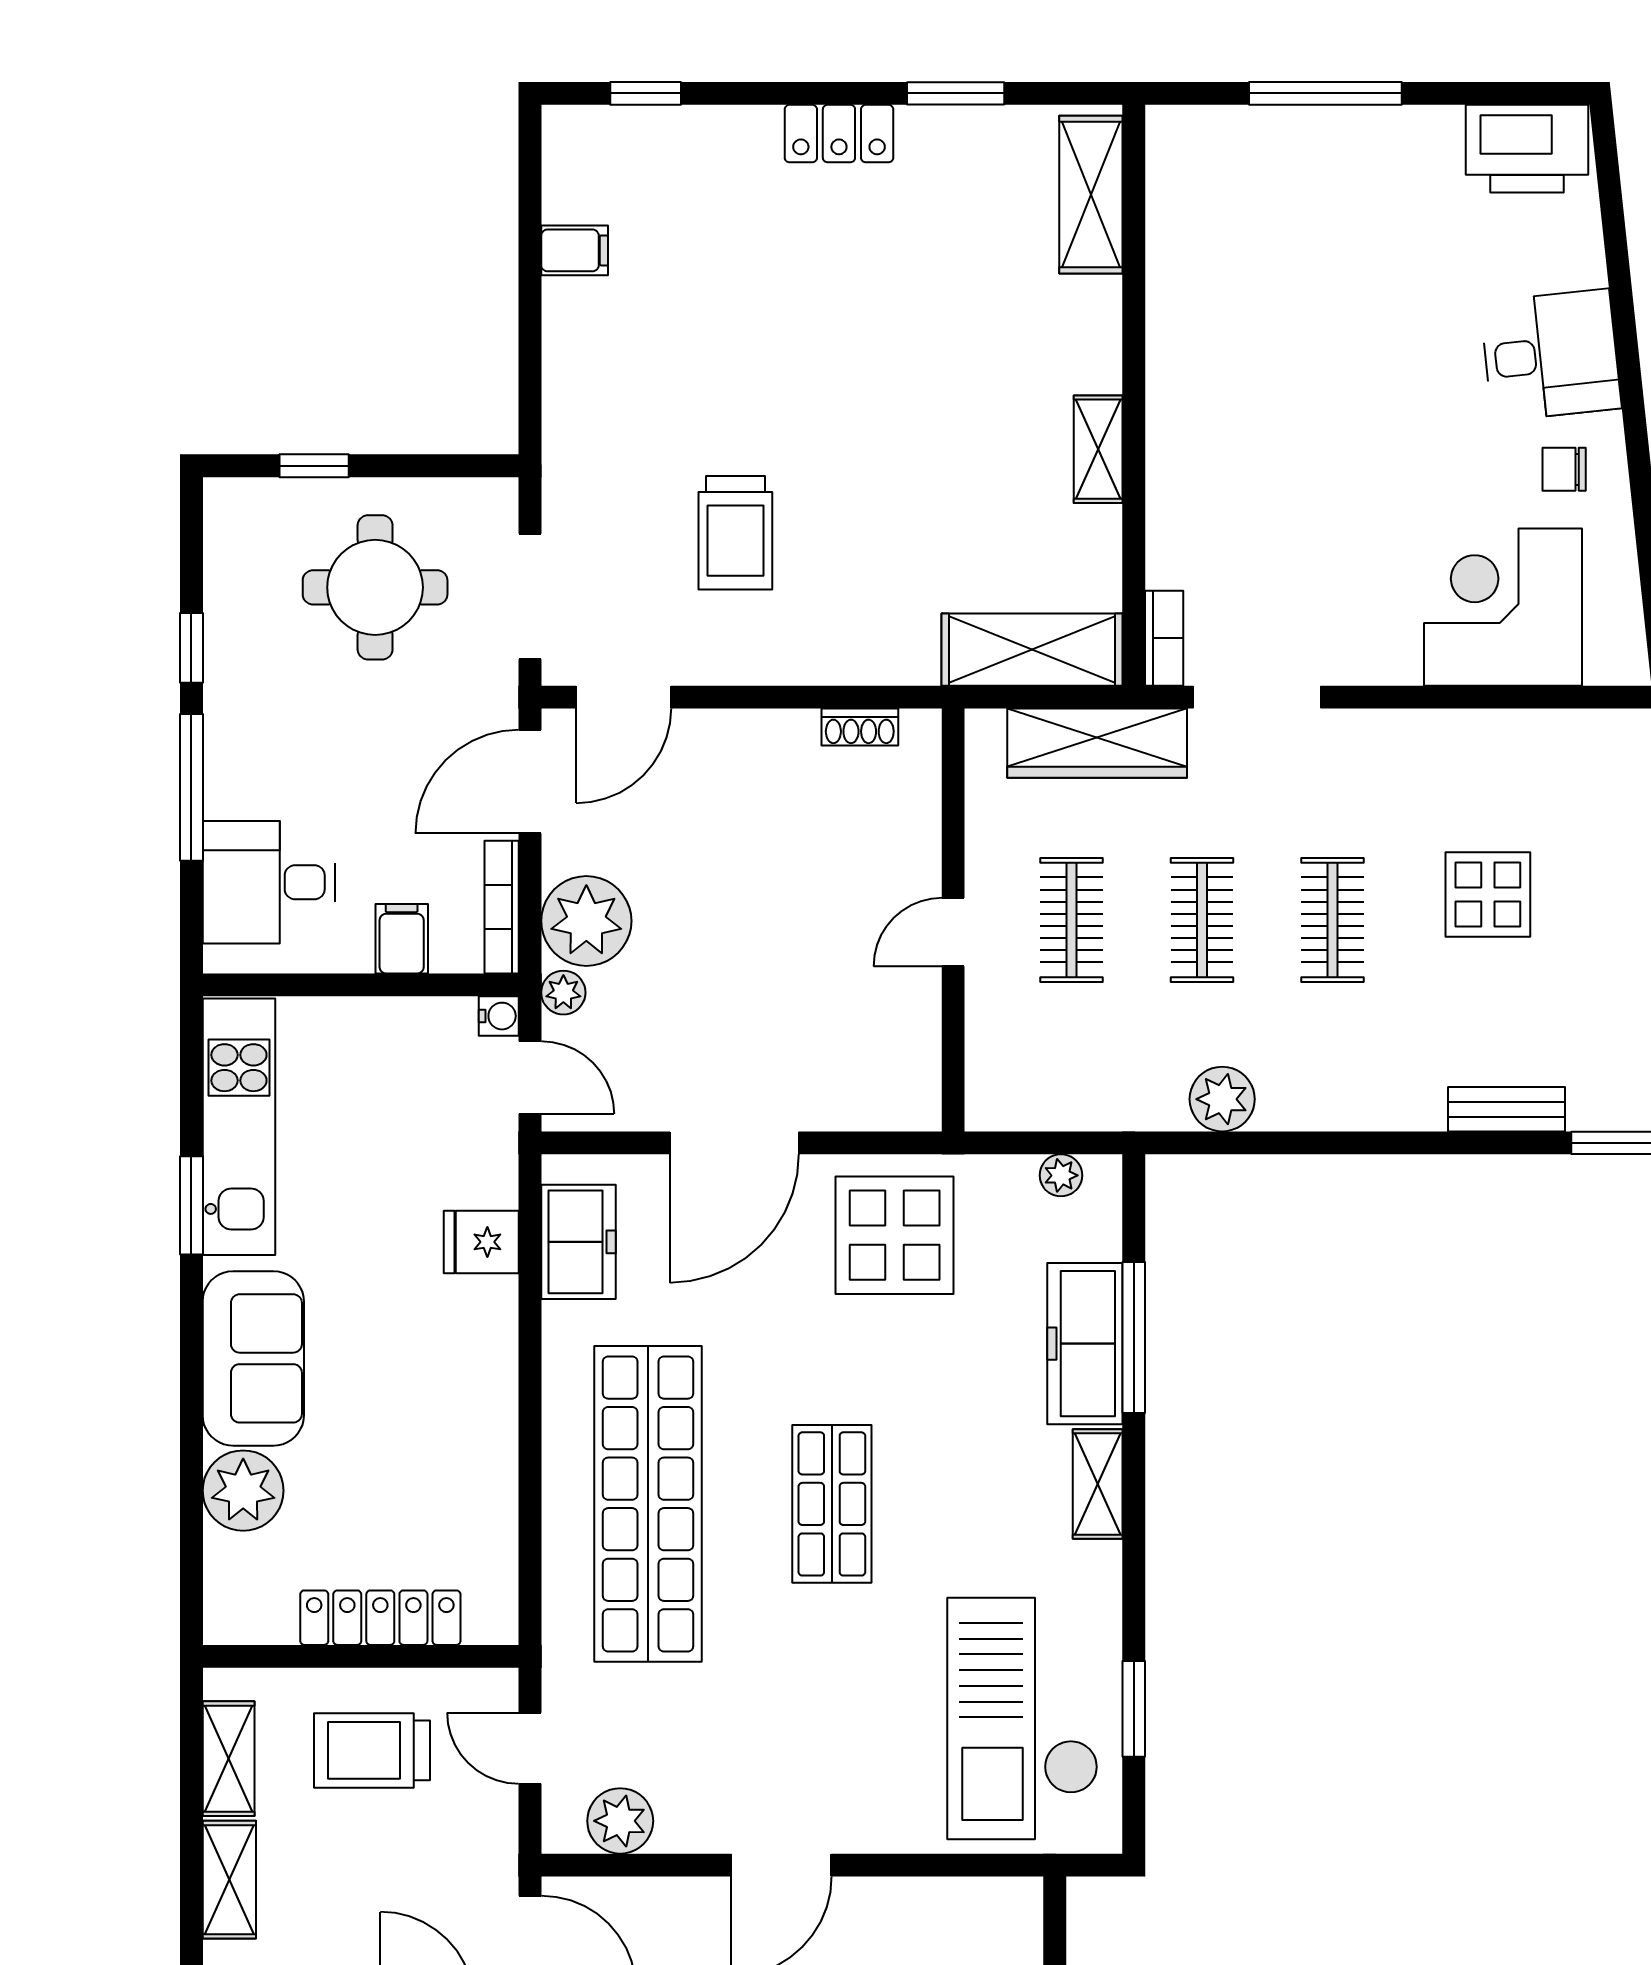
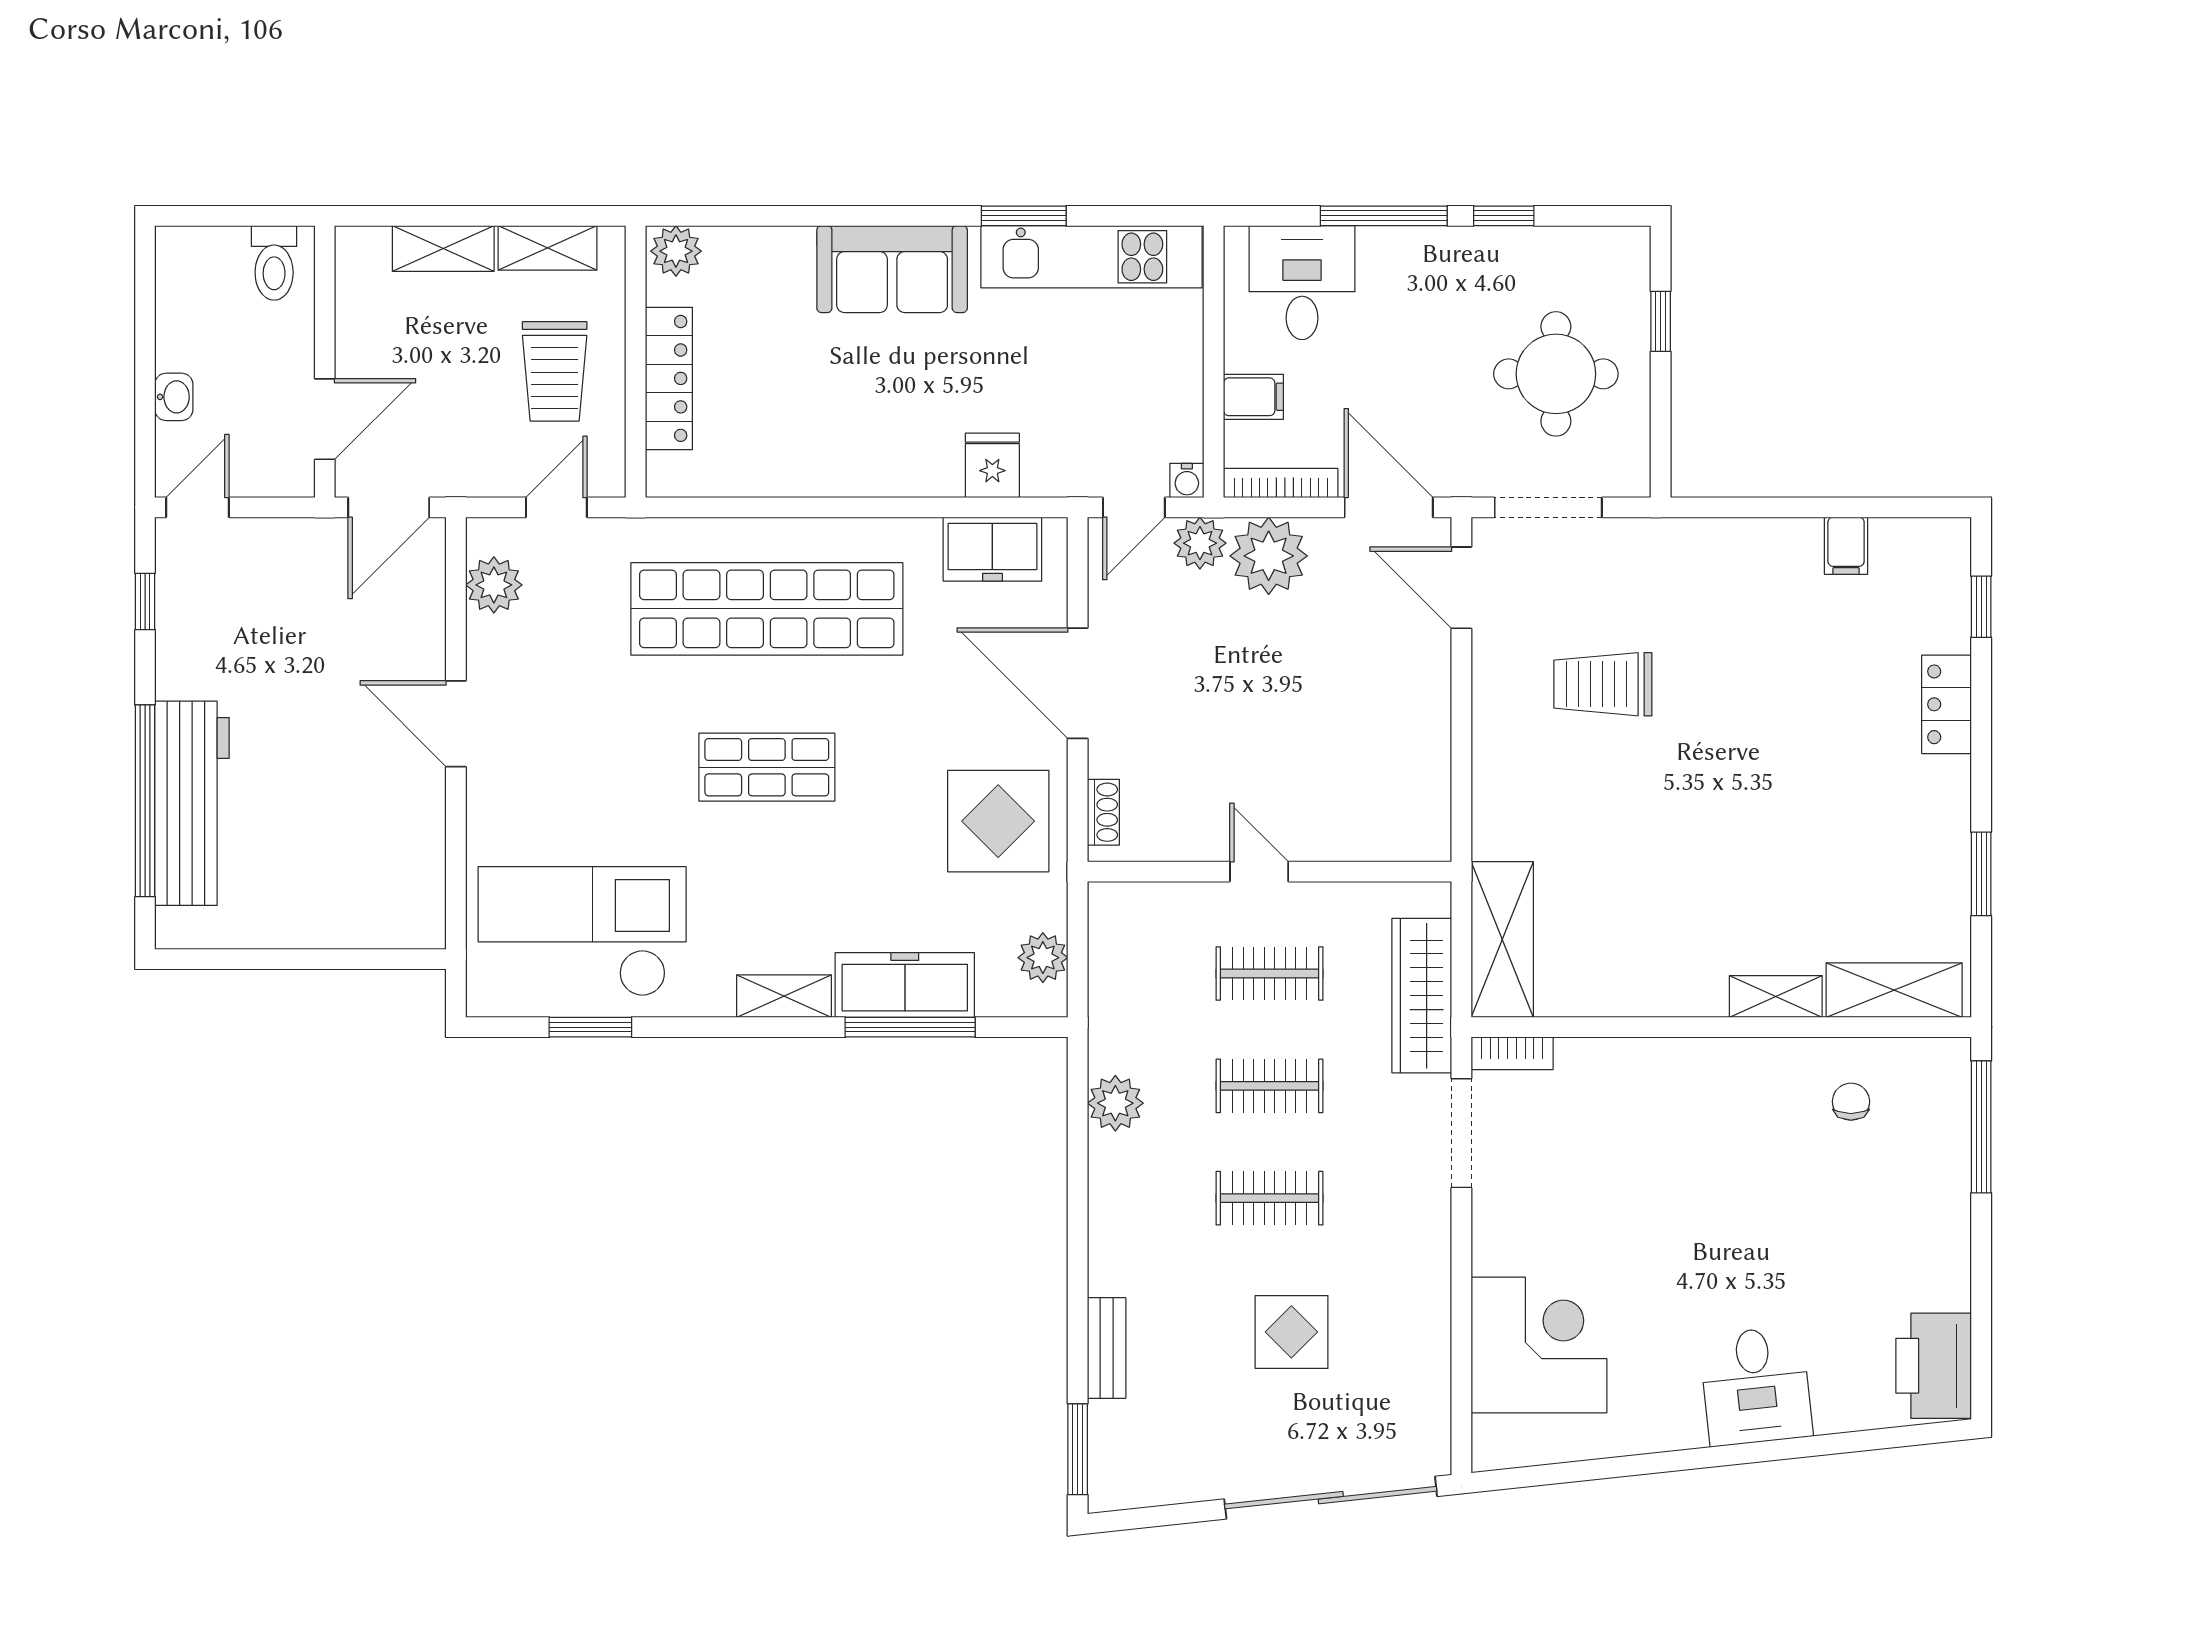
window: (1325, 93) -> (1981, 1127), moved
locker: (839, 134) -> (1947, 704), moved
shelving: (1098, 449) -> (1776, 996), moved
chair: (1564, 469) -> (1851, 1102), moved
shoe rack: (860, 727) -> (1103, 812), moved, turned 180
plant: (563, 993) -> (1200, 543), width x1.38, depth x1.38
plant: (1061, 1175) -> (1043, 958), width x1.38, depth x1.38
plant: (243, 1491) -> (676, 251), moved, width x0.73, depth x0.73
trolley: (372, 1750) -> (555, 371), turned 180

